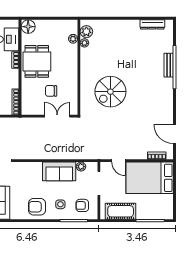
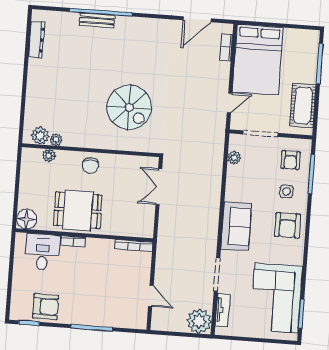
chair: (51, 91) -> (90, 165), moved
sofa: (59, 171) -> (236, 226), moved

